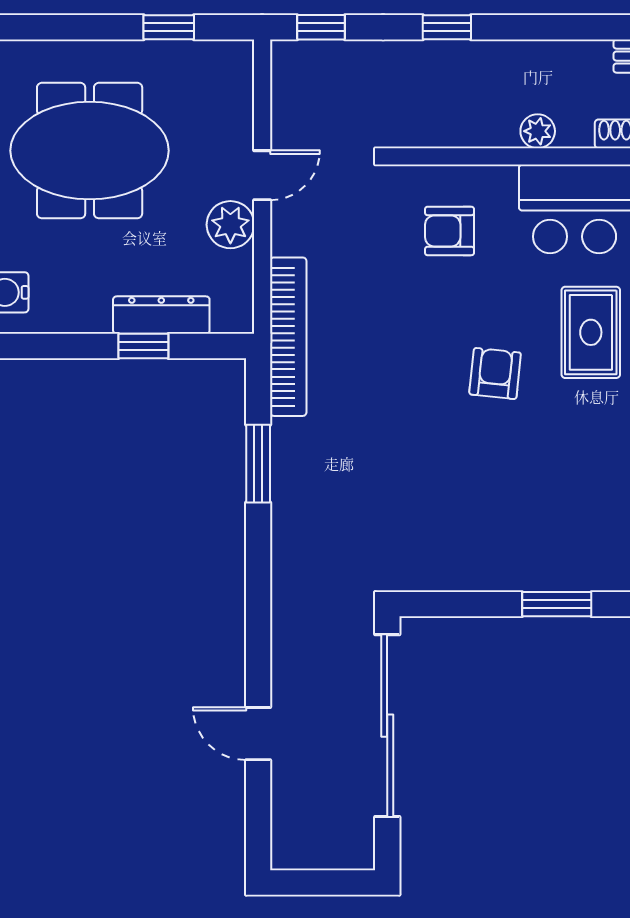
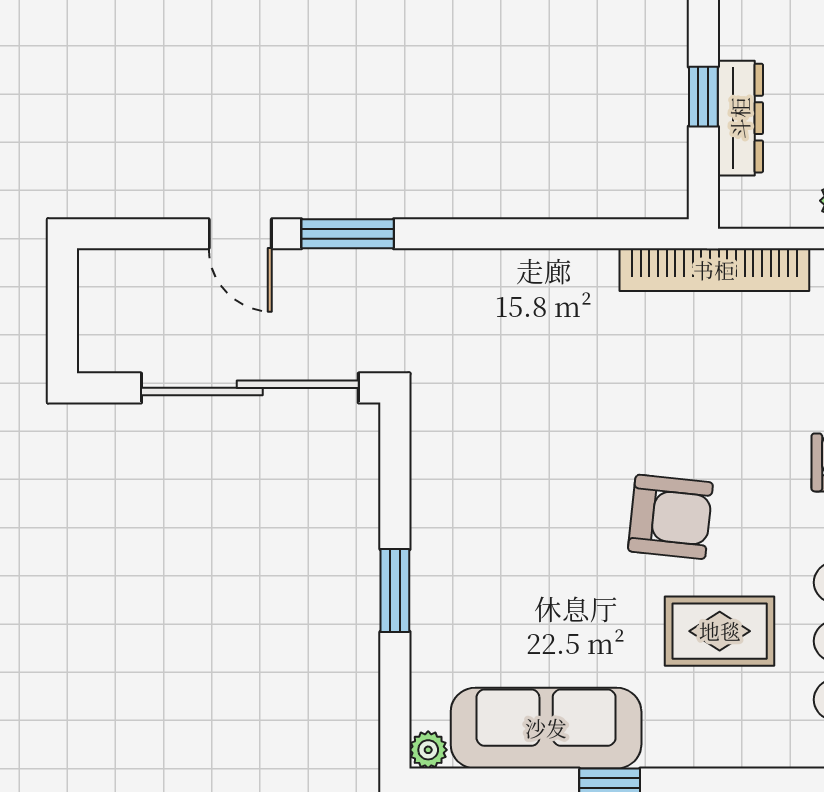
armchair: (495, 374) -> (670, 517), width x1.38, depth x1.38
window: (258, 464) -> (348, 234), moved
door: (258, 734) -> (240, 234), swing flipped

